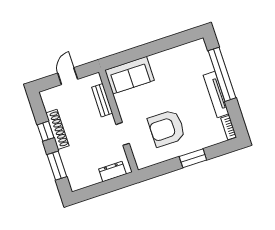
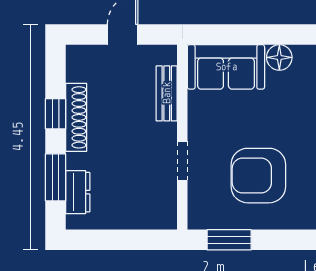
floor lamp: (157, 60) -> (279, 57), added
window: (193, 158) -> (229, 240), moved
dresser: (112, 172) -> (78, 192), moved, turned 90

